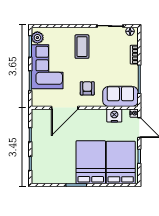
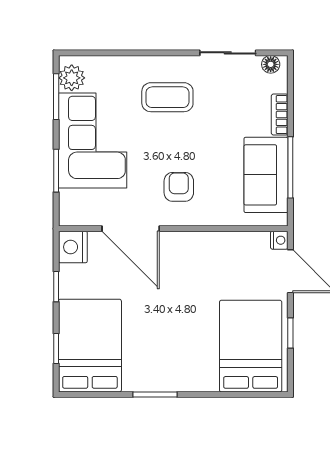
coffee table: (82, 47) -> (167, 97), turned 90
sofa: (120, 96) -> (266, 175), moved, turned -90
door: (65, 108) -> (131, 229), hinge flipped
nightstand: (114, 116) -> (73, 247), moved, turned -90
bed: (91, 162) -> (90, 346), moved

